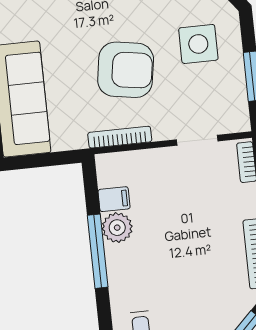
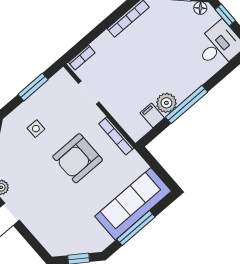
side table: (198, 44) -> (36, 129), width x0.54, depth x0.54
armchair: (126, 70) -> (78, 158), turned -99

